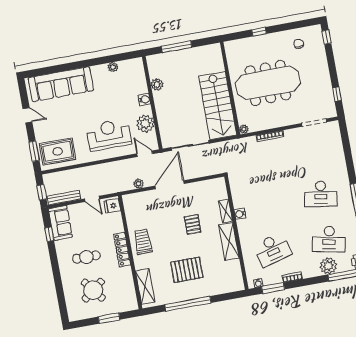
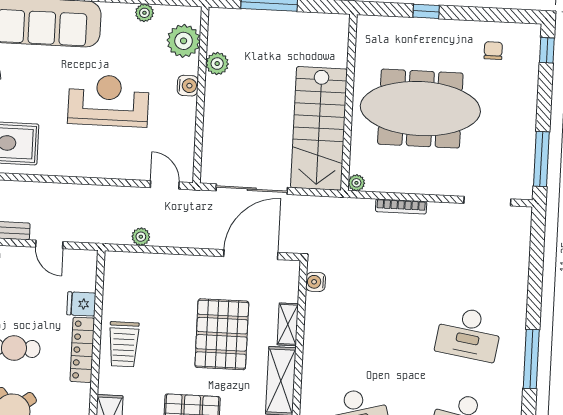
window: (337, 94) -> (541, 159), width x2.17
plant: (145, 124) -> (184, 41), moved
reception desk: (109, 135) -> (108, 101), moved
door: (170, 185) -> (251, 255), moved
fridge: (112, 206) -> (81, 304), moved
water cooler: (240, 214) -> (316, 282), moved
pallet: (193, 224) -> (222, 334), width x2.05, depth x2.00
trolley: (143, 242) -> (124, 344), turned 180

